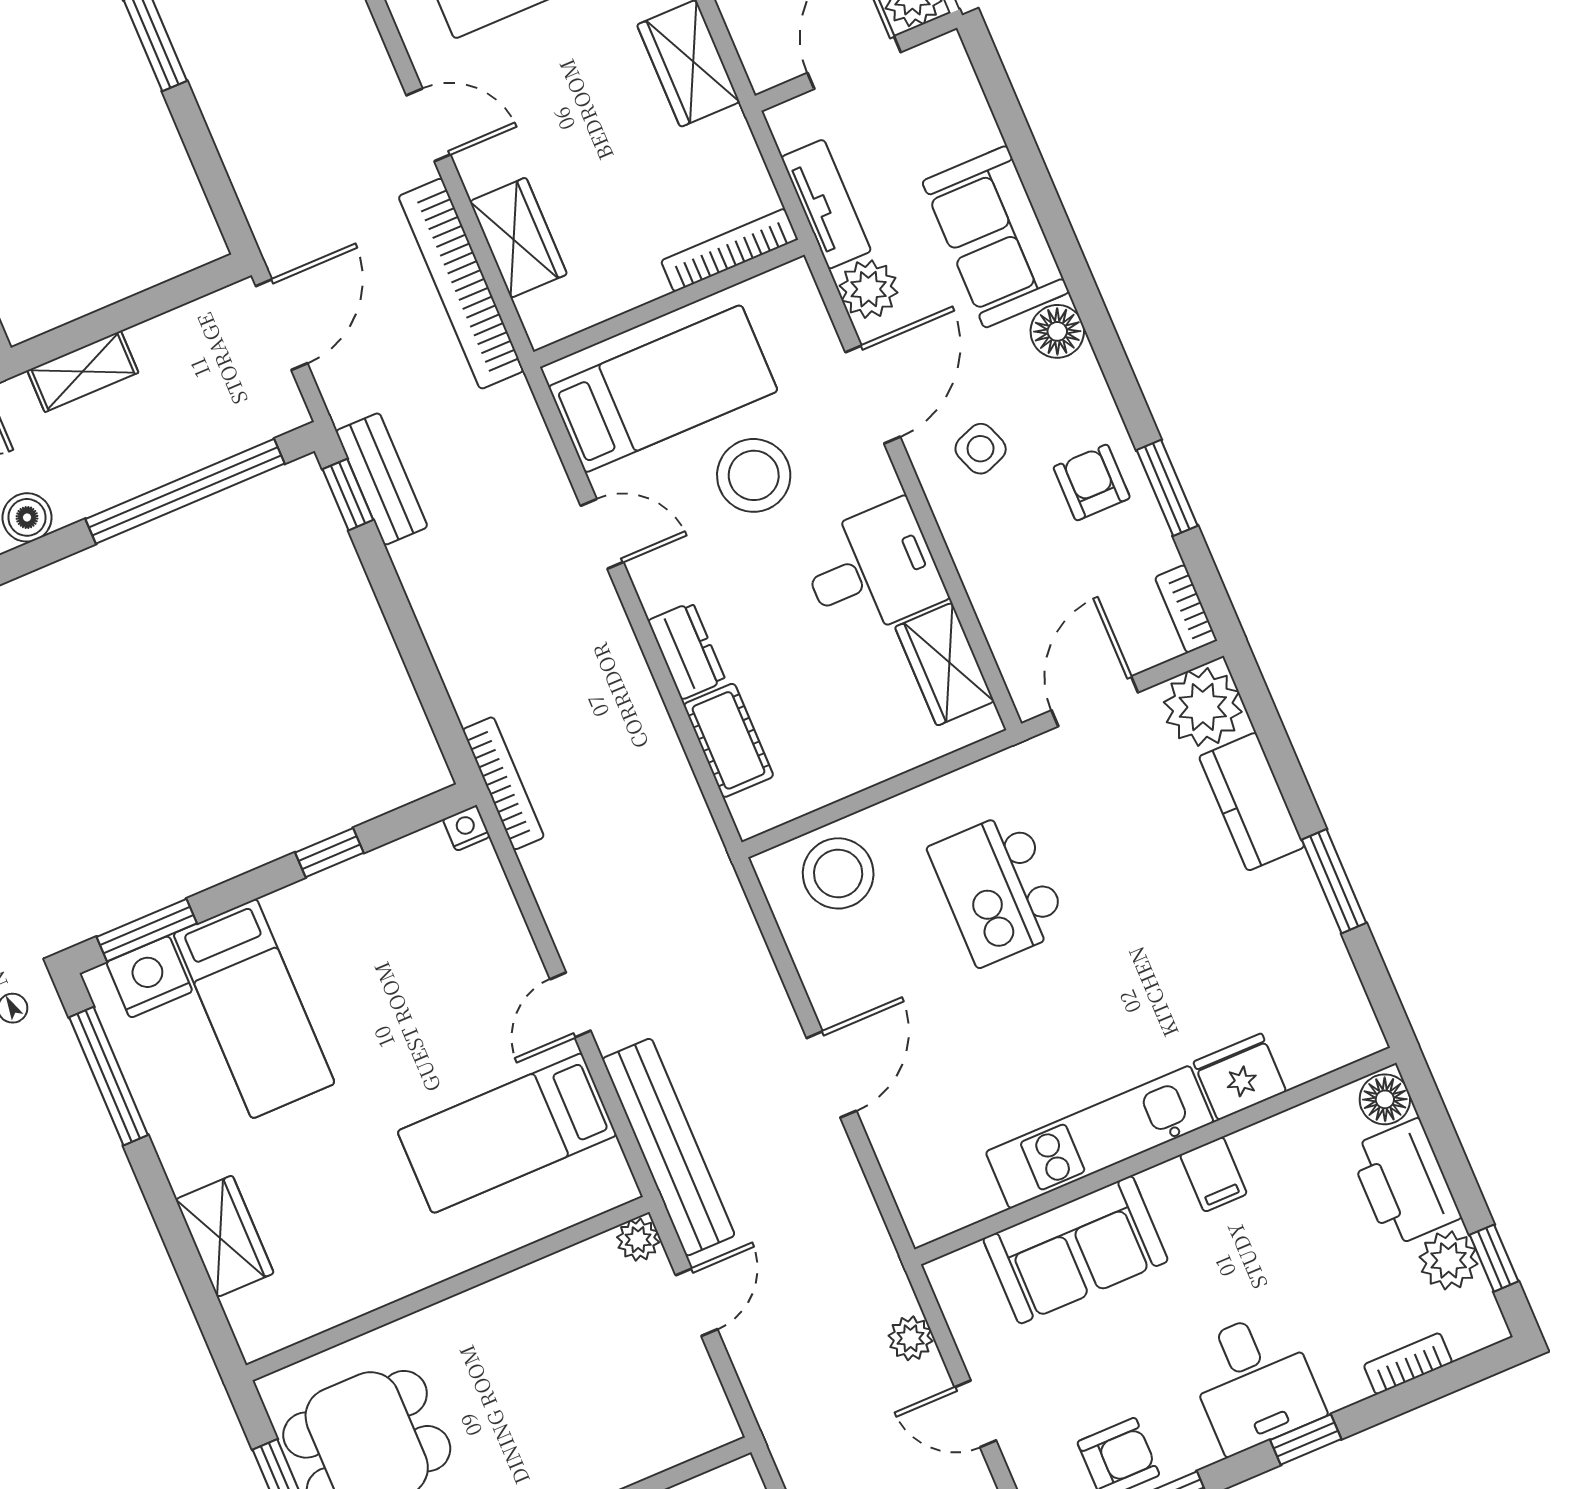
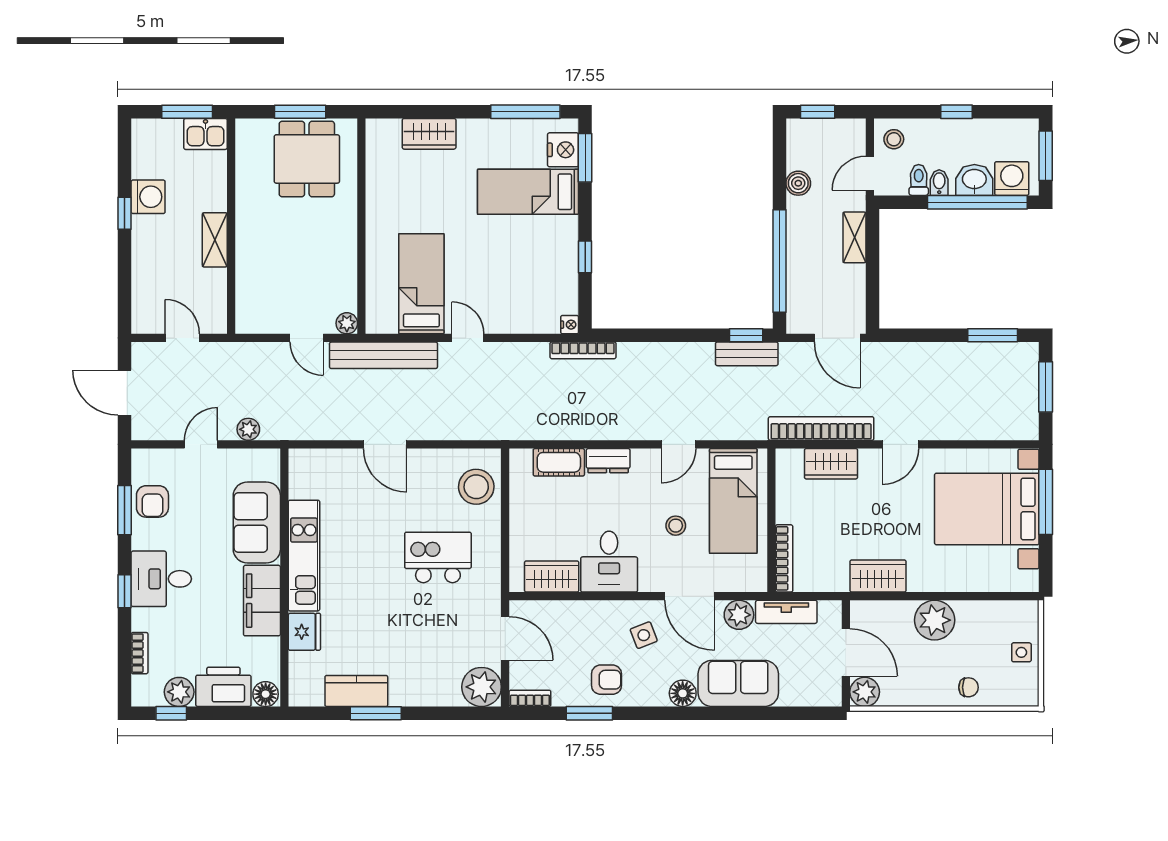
stool: (754, 475) -> (676, 526), width x0.53, depth x0.53
kitchen counter: (1252, 802) -> (356, 691), moved
filing cabinet: (1213, 1174) -> (262, 601), width x3.00, depth x1.17

